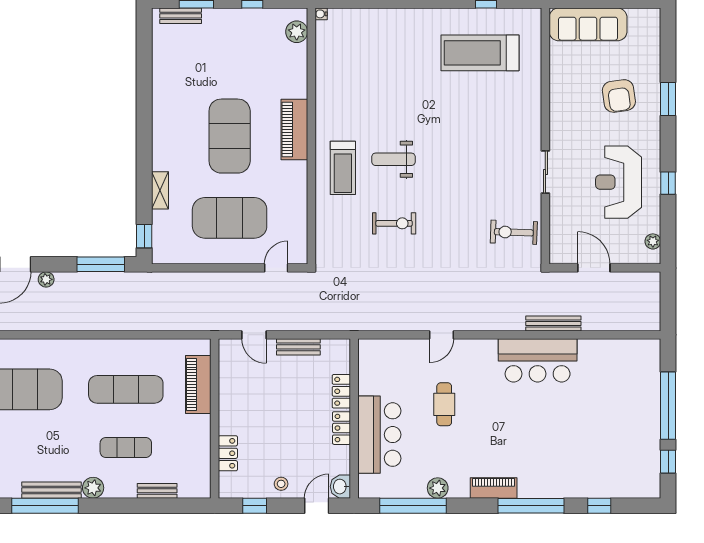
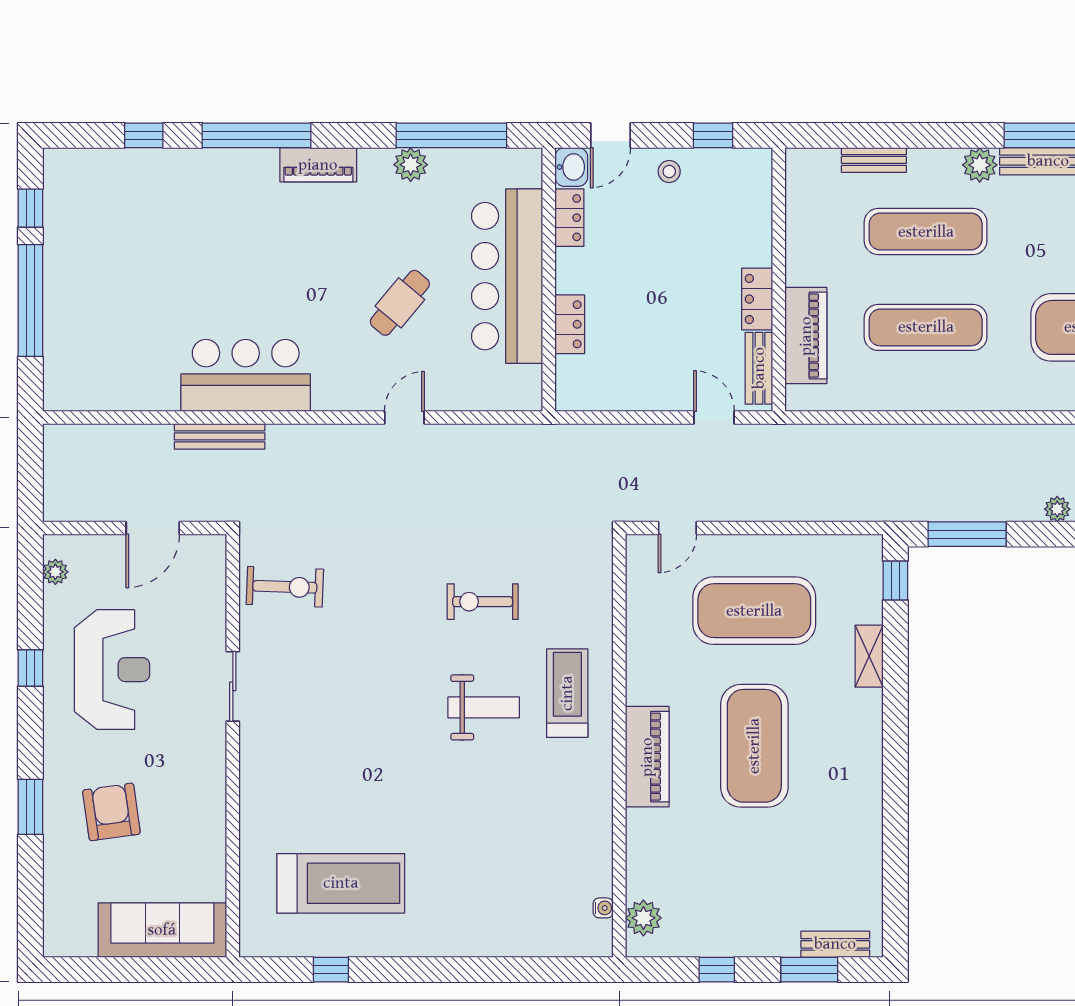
water cooler: (321, 14) -> (603, 908), moved
door: (594, 268) -> (153, 528), hinge flipped
bench: (298, 347) -> (759, 368), moved, turned 90
cafe table: (444, 404) -> (400, 303), turned 40
locker: (342, 428) -> (569, 218), moved
bar counter: (379, 435) -> (507, 276), width x1.36
exercise mat: (126, 447) -> (926, 232), width x1.36, depth x1.45
locker: (228, 453) -> (757, 299), moved

